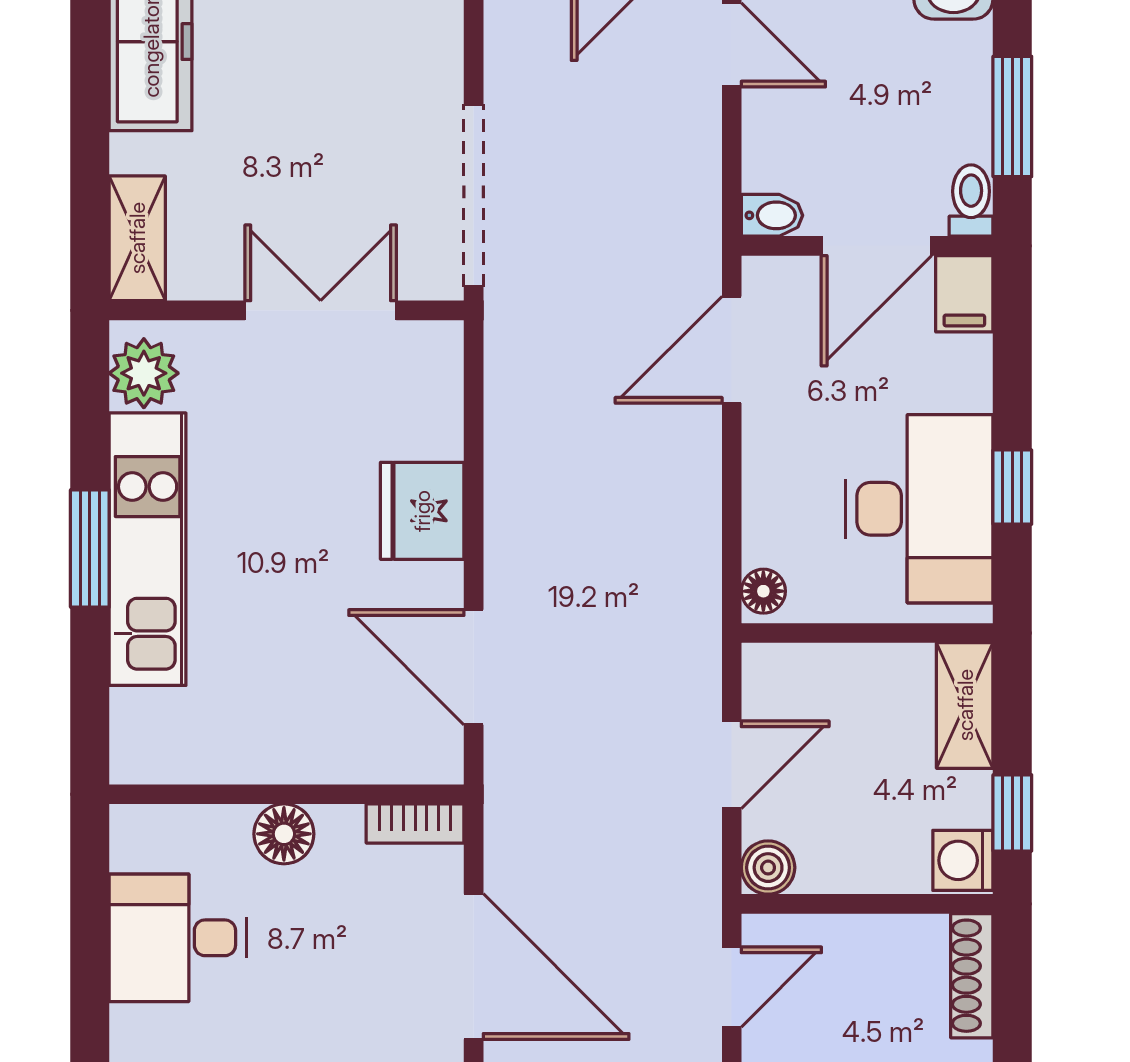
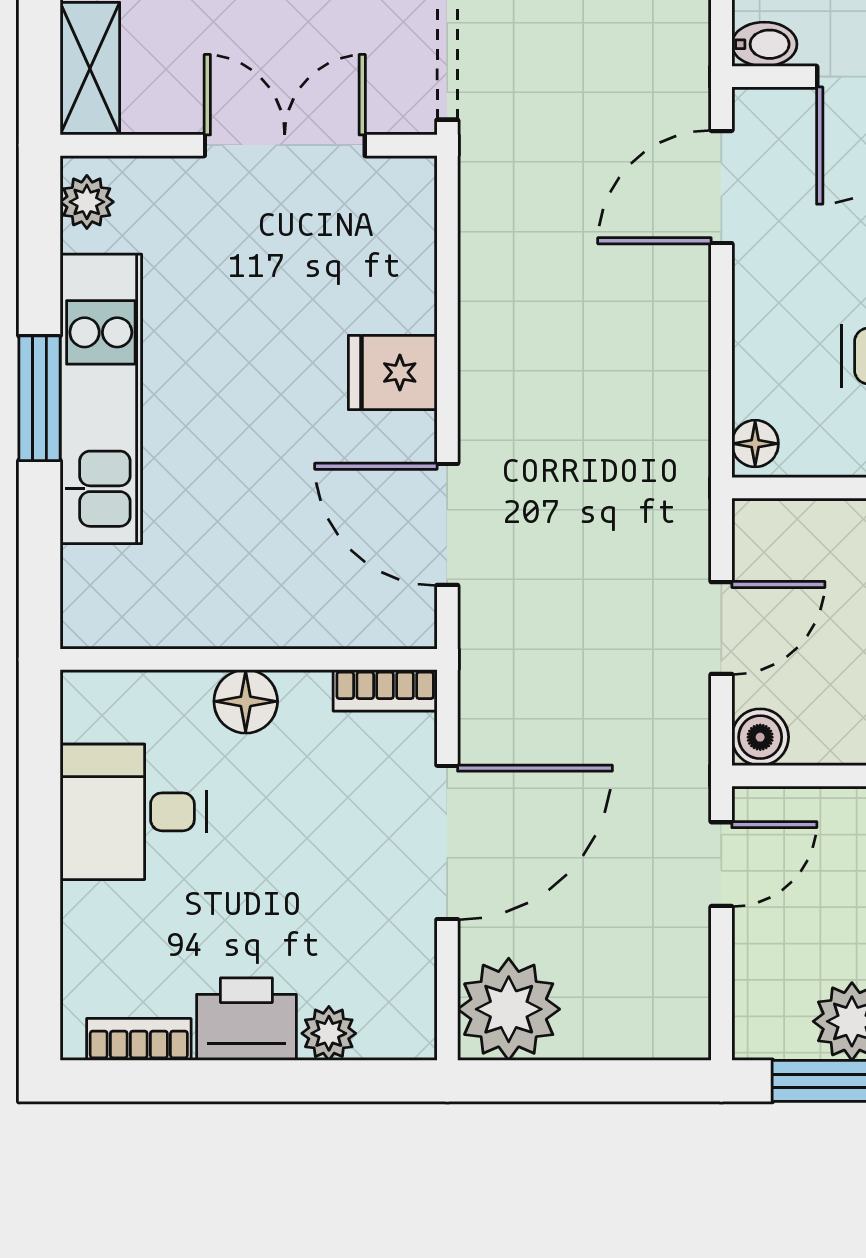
plant: (144, 373) -> (87, 202), width x0.73, depth x0.73
fridge: (422, 511) -> (393, 372), width x0.72
door: (474, 967) -> (447, 842), hinge flipped

